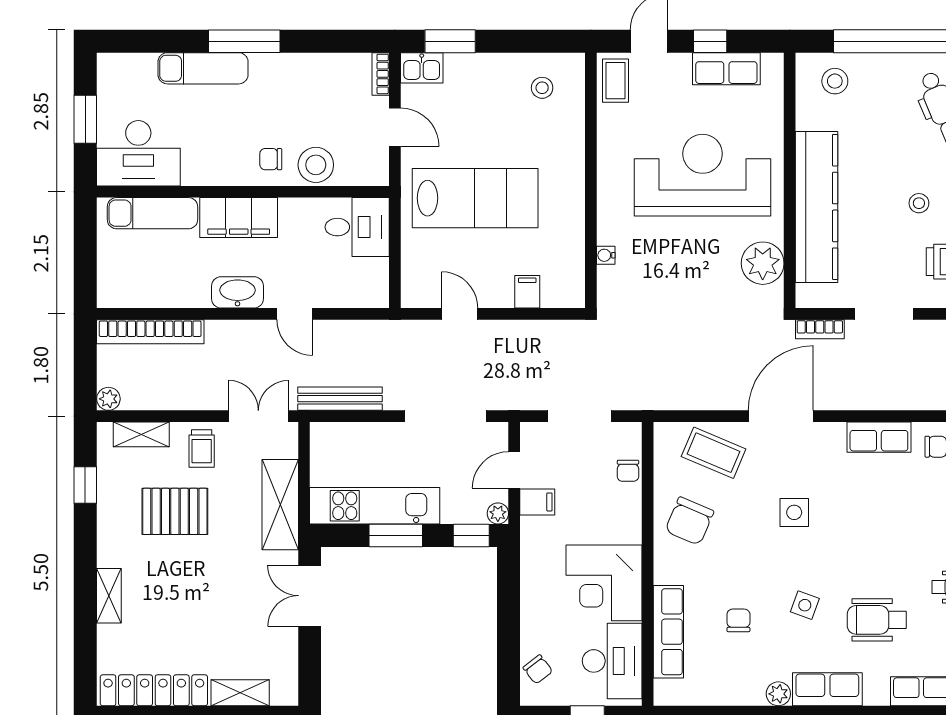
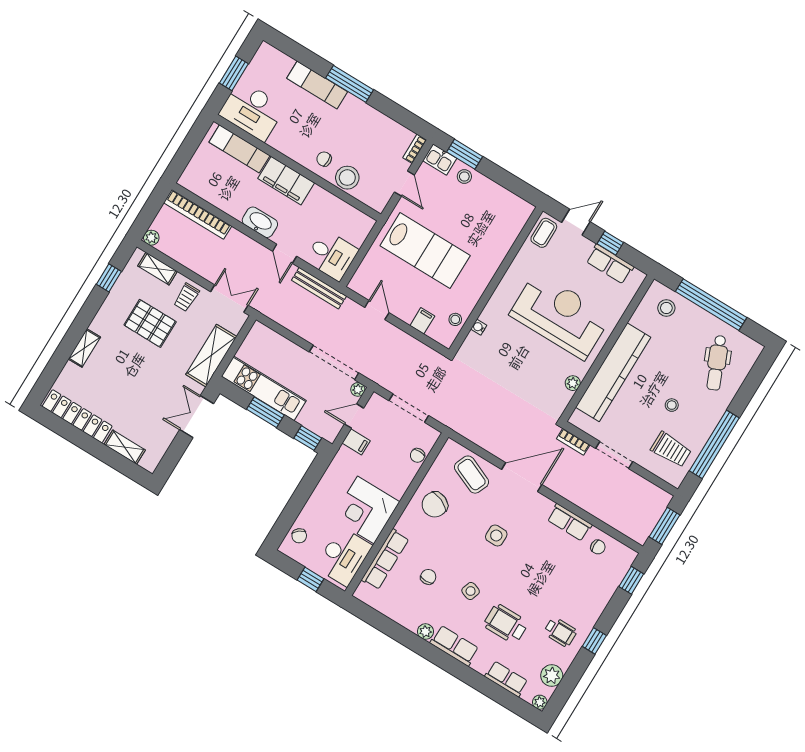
stool: (542, 88) -> (464, 176), moved
desk: (357, 227) -> (332, 255), moved
plant: (763, 263) -> (573, 383), width x0.53, depth x0.53
stool: (569, 264) -> (455, 319), added
bench: (340, 399) -> (319, 288), moved
plant: (498, 513) -> (358, 389), moved

